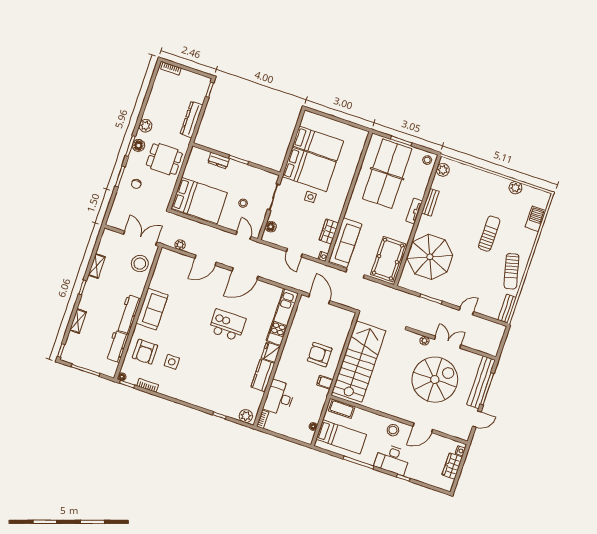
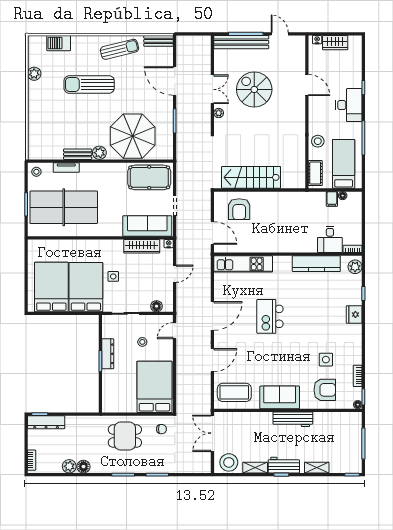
dresser: (191, 119) -> (46, 422), moved
plant: (145, 126) -> (69, 466), moved
bed: (318, 143) -> (51, 287), width x1.50
floor lamp: (138, 145) -> (83, 467), moved
dining table: (164, 159) -> (125, 436), turned 90
dresser: (219, 160) -> (108, 354), moved, width x1.44
plant: (443, 170) -> (99, 153), moved
chair: (136, 184) -> (161, 429), moved
tv unit: (414, 211) -> (66, 167), moved
wardrobe: (329, 232) -> (142, 246), width x1.50
sun lounger: (489, 234) -> (89, 84), width x1.36, depth x1.34
plant: (180, 245) -> (206, 391), removed
door: (206, 260) -> (212, 360), hinge flipped
stool: (140, 264) -> (229, 462), moved
coffee table: (170, 270) -> (234, 392), added
door: (245, 274) -> (212, 316), hinge flipped
door: (319, 299) -> (212, 233), swing flipped
door: (466, 311) -> (175, 81), width x1.88
double door: (448, 342) -> (212, 89), swing flipped
workbench: (117, 346) -> (284, 465), moved, turned 180
fridge: (271, 352) -> (354, 315), moved, turned 90
armchair: (320, 355) -> (239, 209), moved
stairs: (359, 361) -> (251, 177), width x0.73, depth x0.66
kitchen counter: (263, 375) -> (316, 264), width x1.50
spiral stairs: (435, 380) -> (254, 89), width x0.73, depth x0.73
filing cabinet: (325, 382) -> (332, 199), moved
desk: (279, 398) -> (330, 239), width x0.73
stool: (393, 430) -> (318, 141), moved

